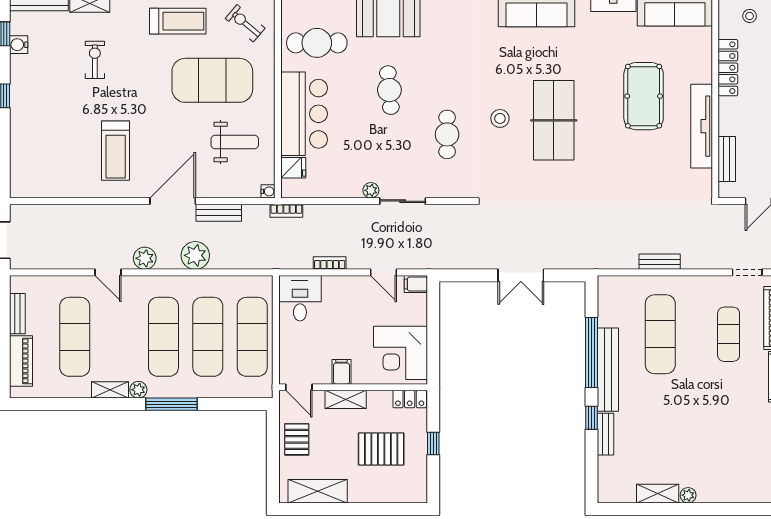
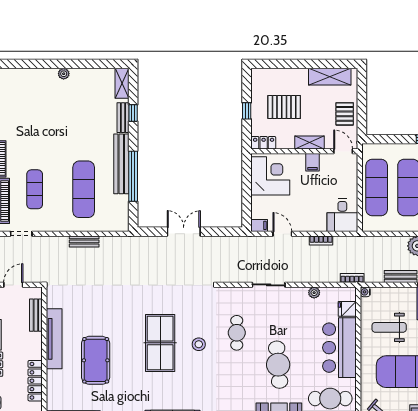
cafe table: (389, 90) -> (278, 365), width x1.37, depth x1.35
plant: (371, 190) -> (314, 293), moved
window: (592, 418) -> (133, 113), moved
shelving: (658, 494) -> (122, 83), moved, turned 90

